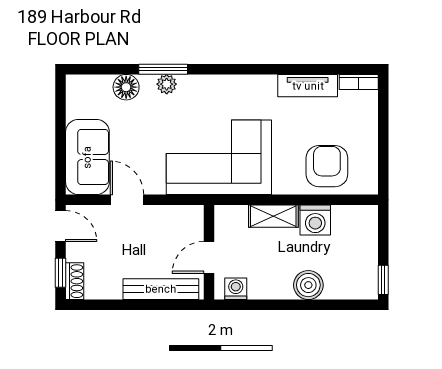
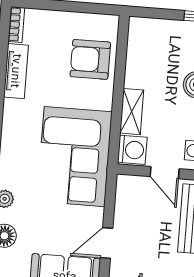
washing machine: (315, 220) -> (132, 150), moved

